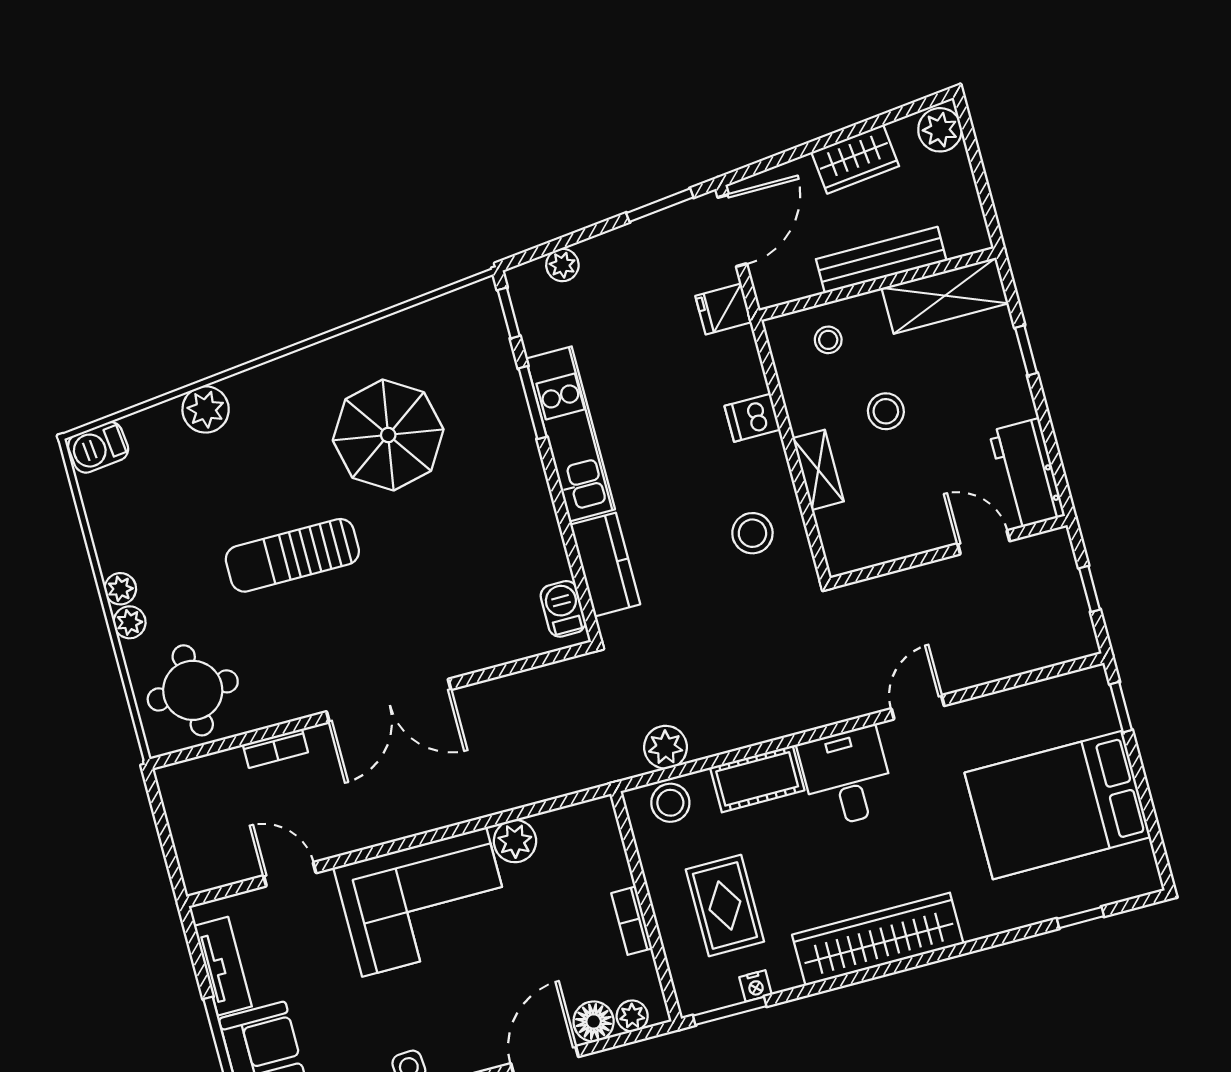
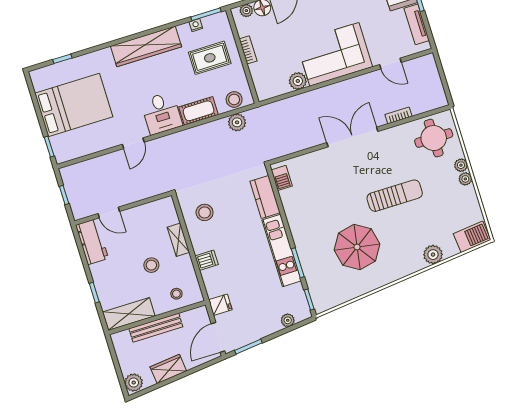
barbecue: (98, 447) -> (472, 237), width x1.38, depth x1.27
rug: (725, 905) -> (210, 58), turned 90

